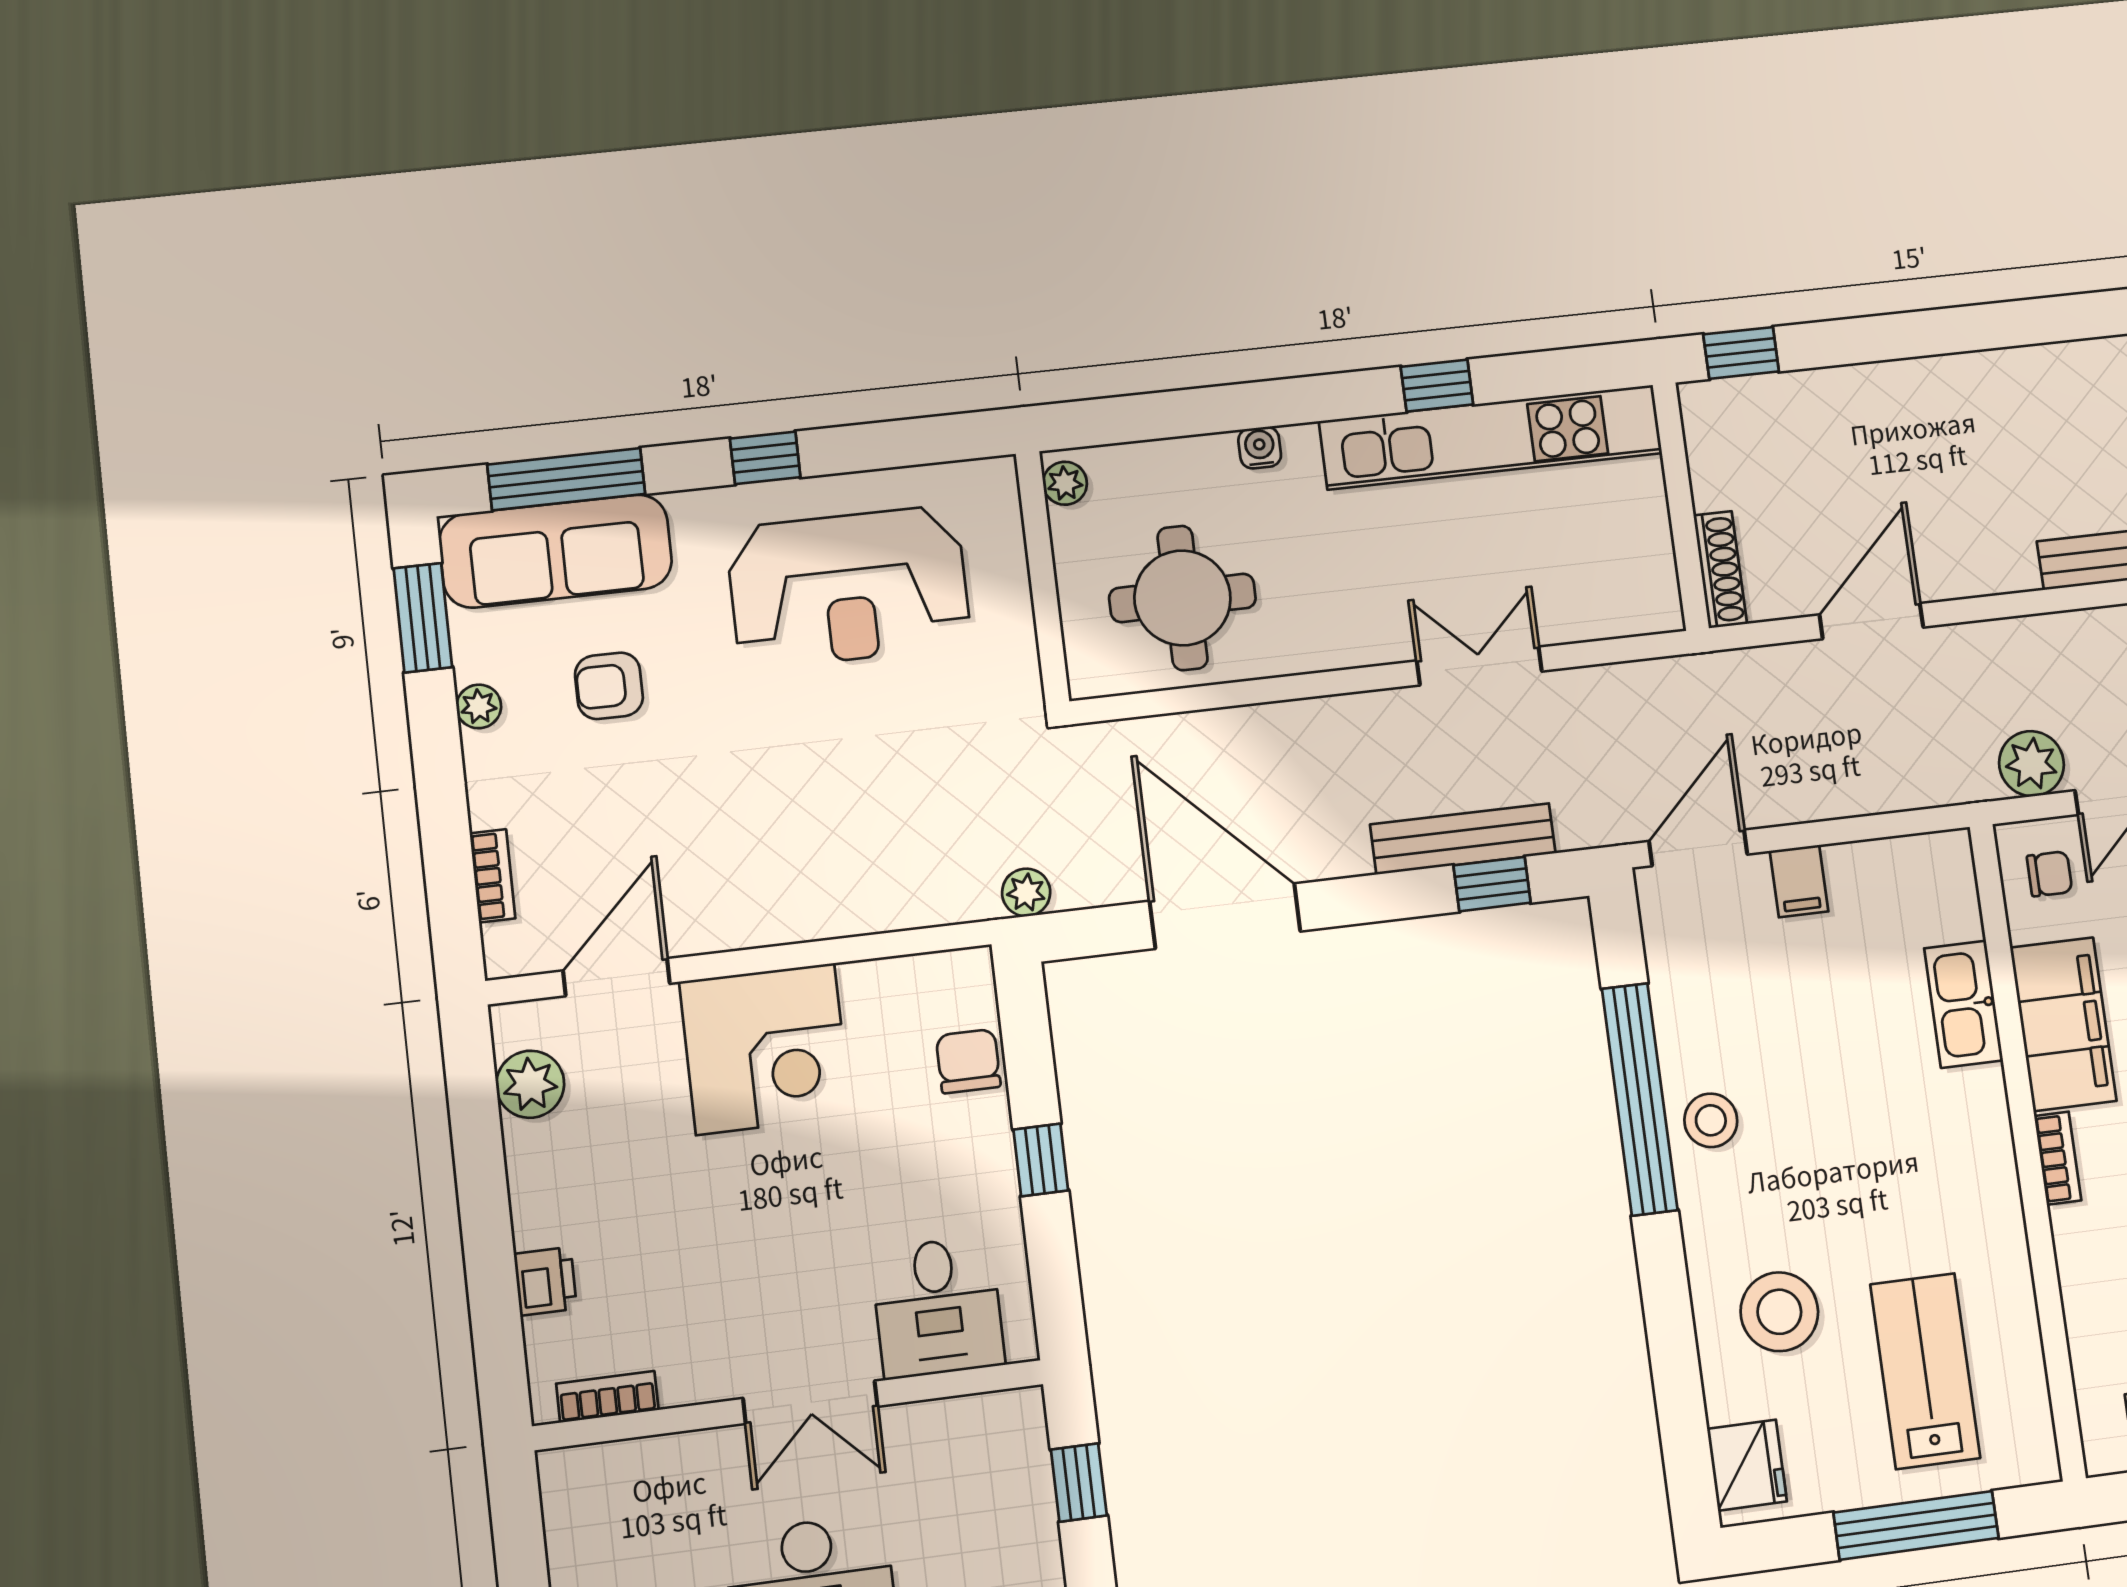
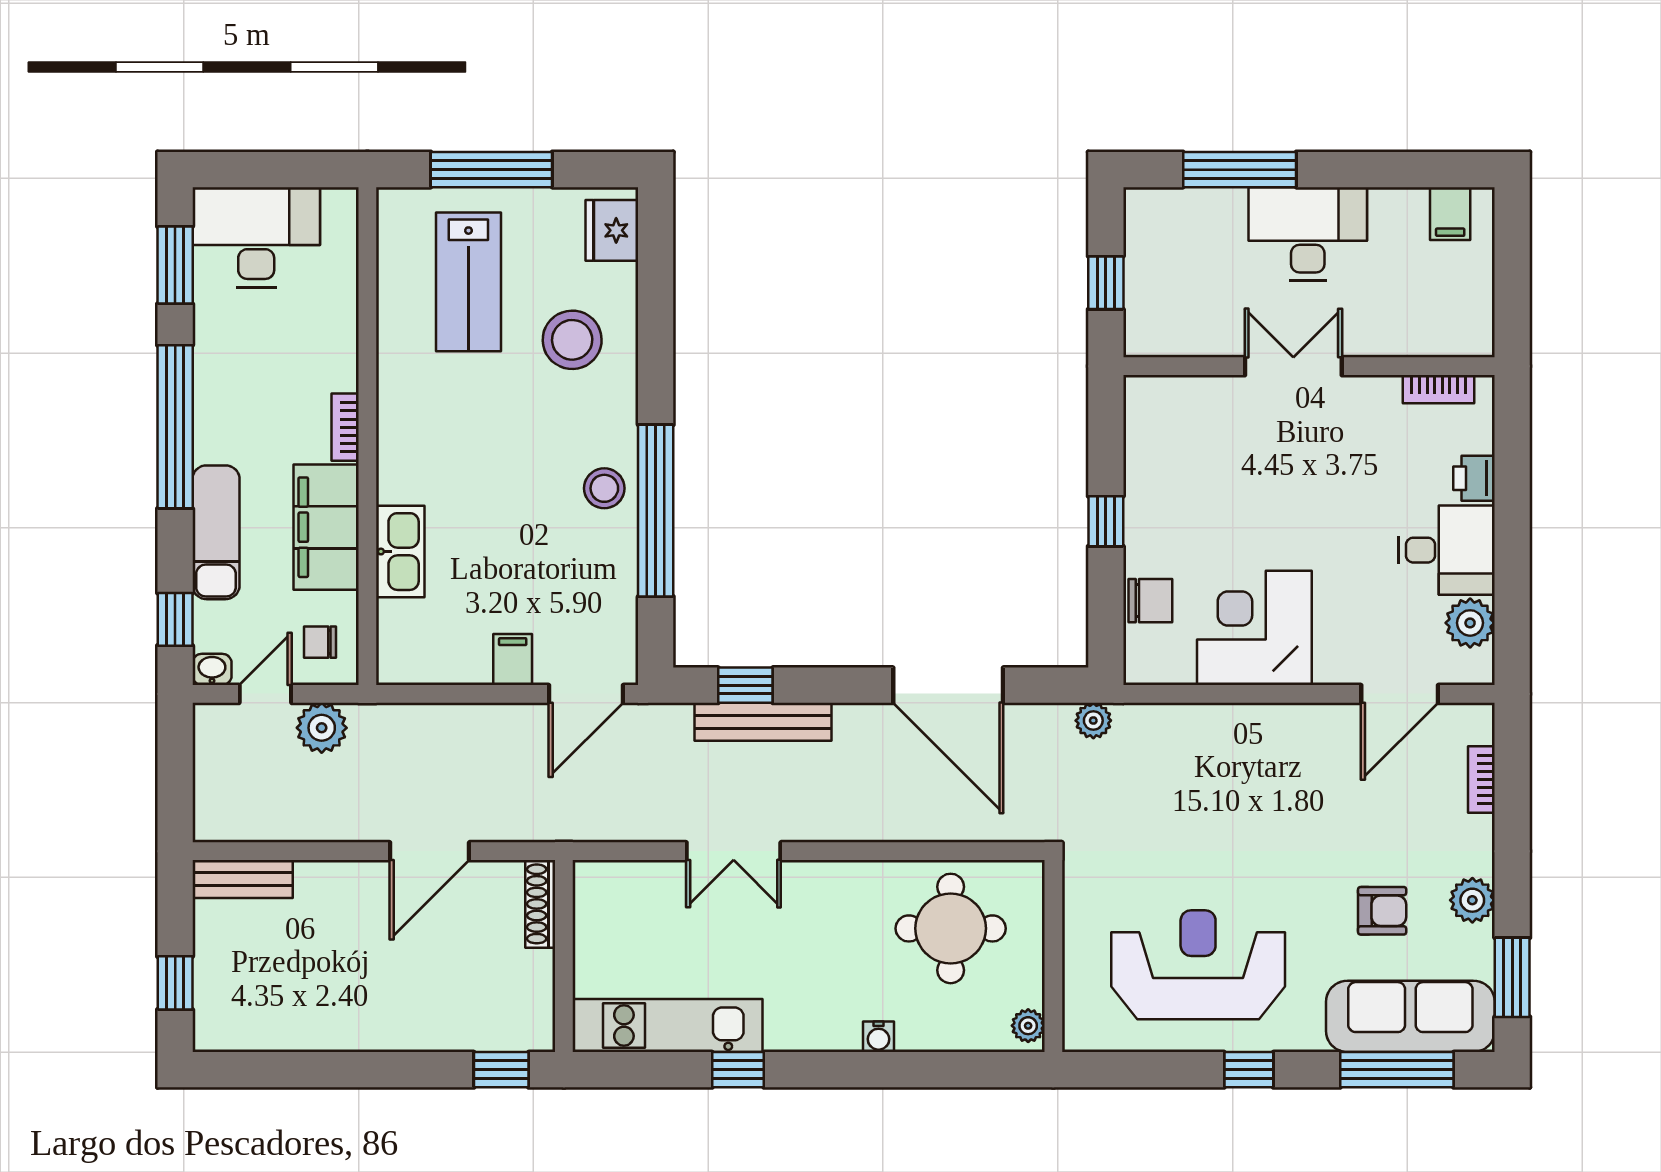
kitchen unit: (1491, 437) -> (668, 1025), width x0.73
plant: (479, 706) -> (1472, 900), width x1.38, depth x1.38
corner desk: (765, 1049) -> (1254, 628), moved
chair: (968, 1061) -> (1150, 601), turned -90
desk: (938, 1307) -> (1447, 550), moved, turned 90

